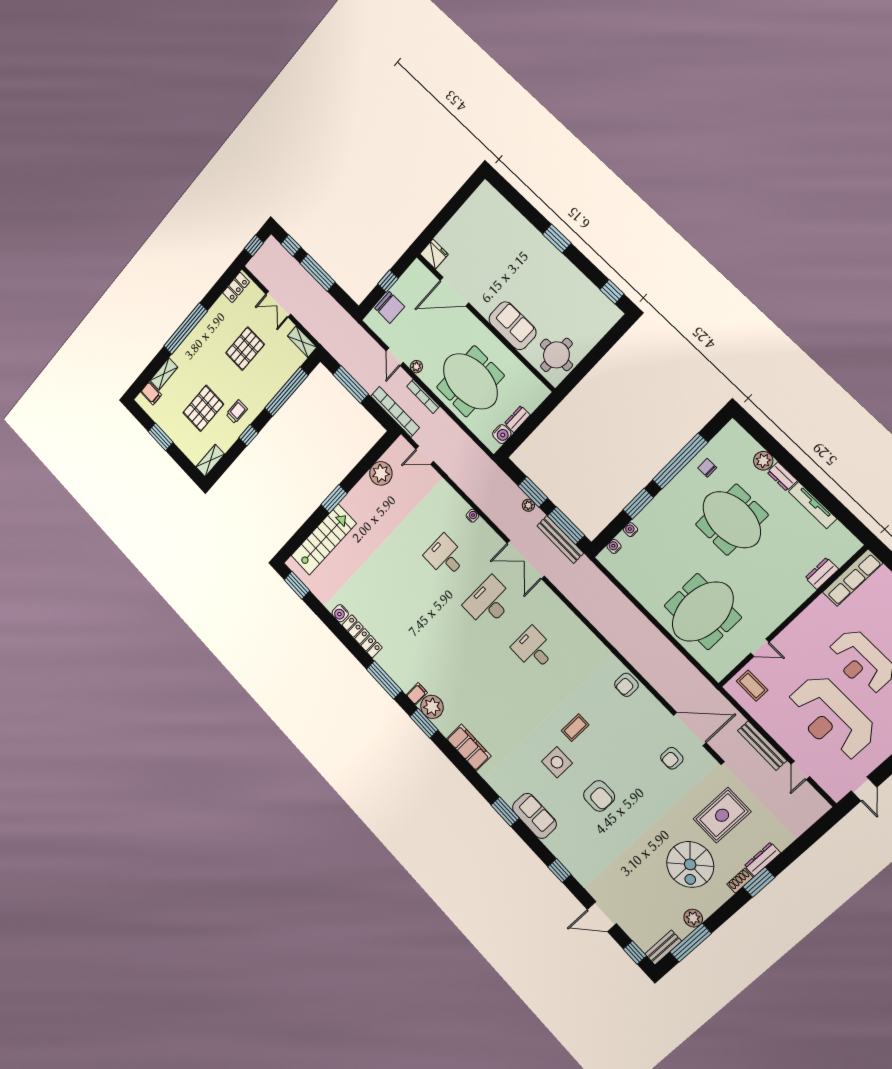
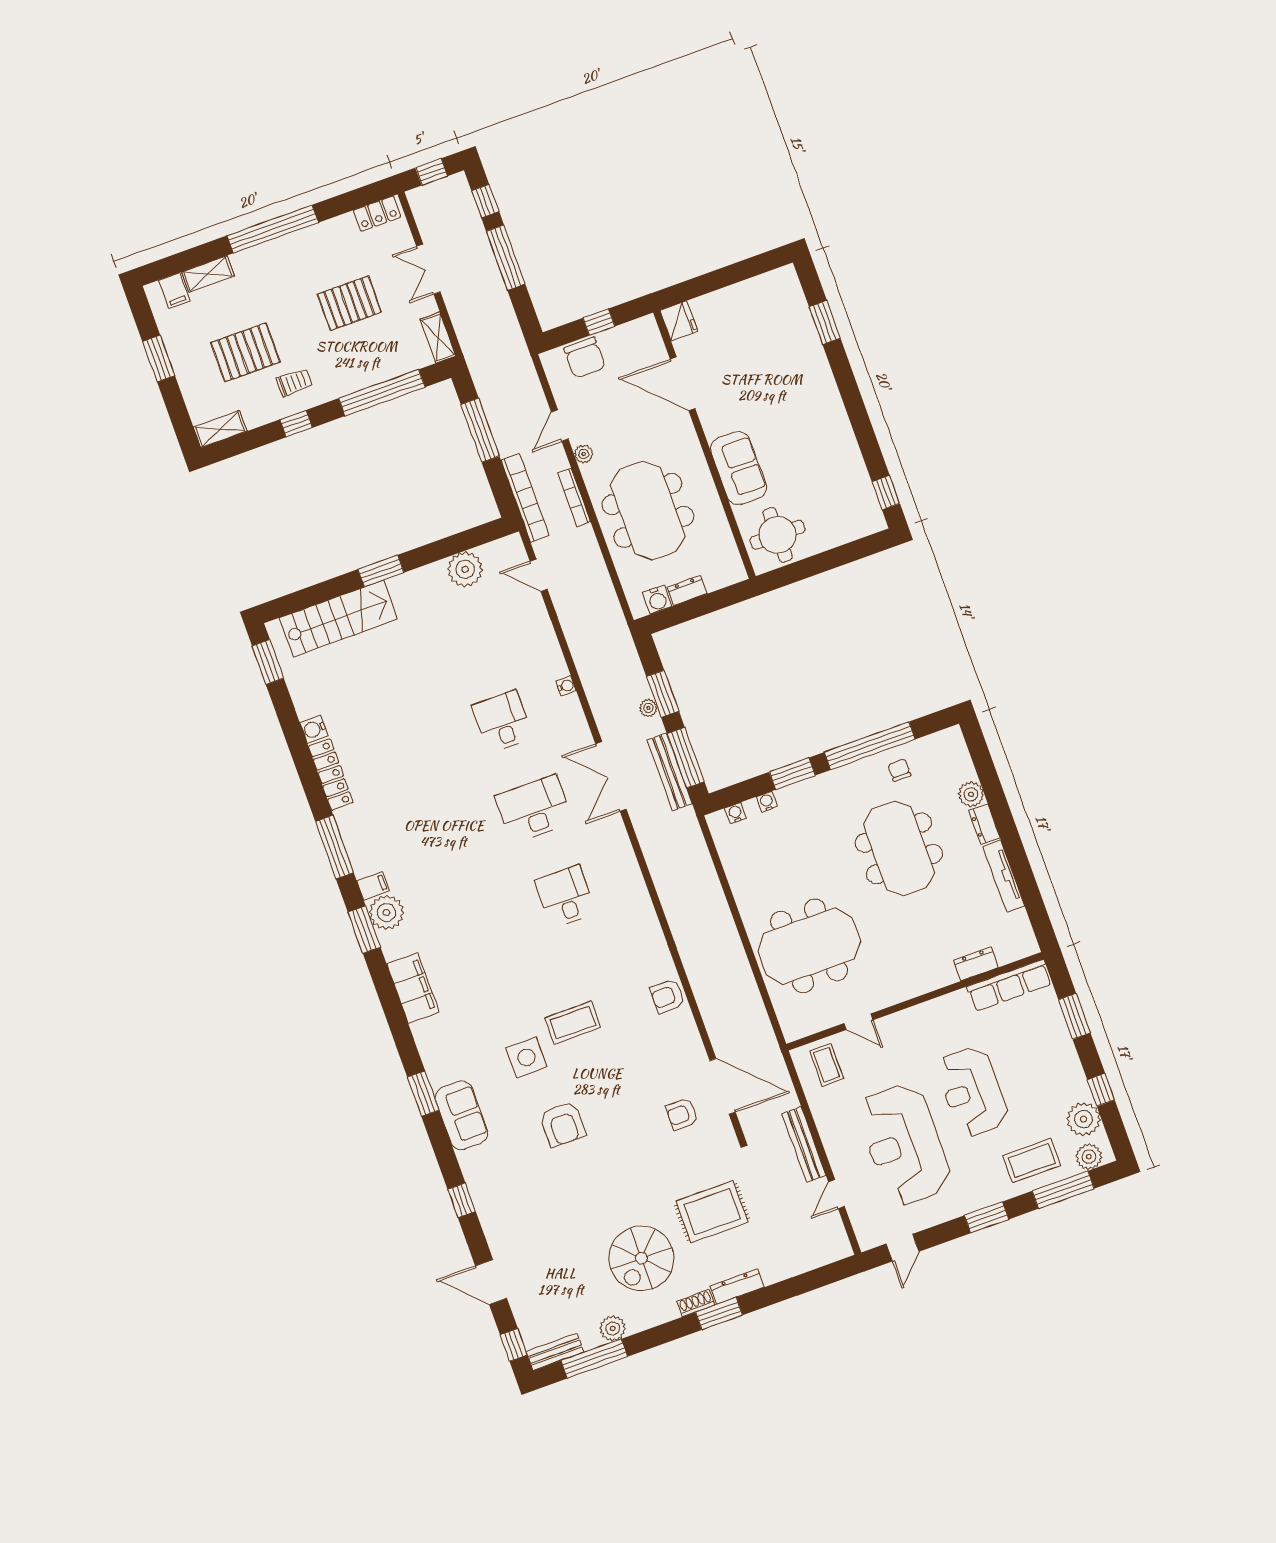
window: (557, 239) -> (825, 323), moved
coffee table: (575, 728) -> (573, 1023), width x1.36, depth x1.30

